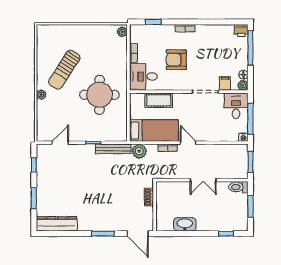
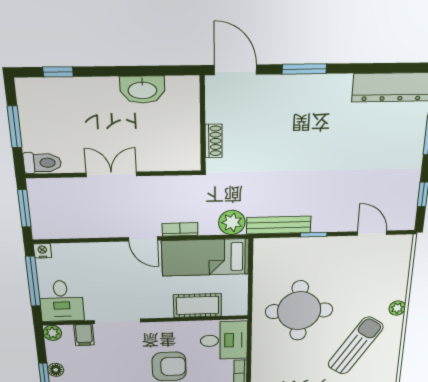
floor lamp: (243, 75) -> (56, 370), moved
door: (60, 143) -> (372, 233), swing flipped

